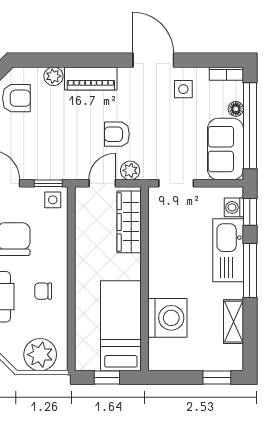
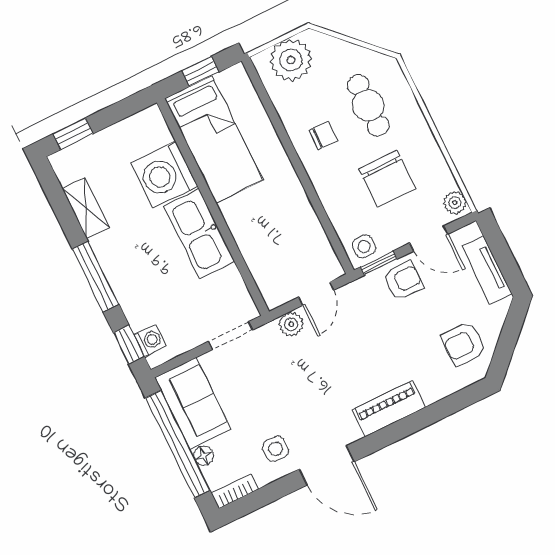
plant: (53, 76) -> (433, 390), removed
armchair: (117, 134) -> (403, 280), moved
wardrobe: (129, 222) -> (263, 264), removed
kitchen sink: (228, 250) -> (199, 234), moved, turned 180

